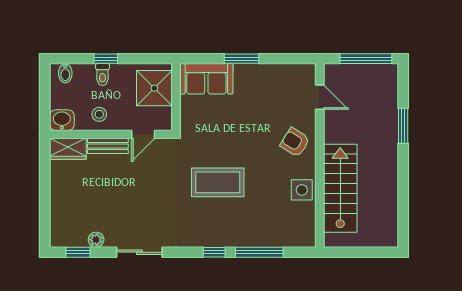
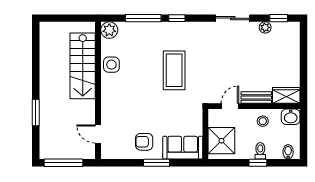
armchair: (295, 142) -> (144, 142), moved, turned 148
coffee table: (218, 182) -> (174, 70), turned 90
plant: (305, 236) -> (109, 30), added

